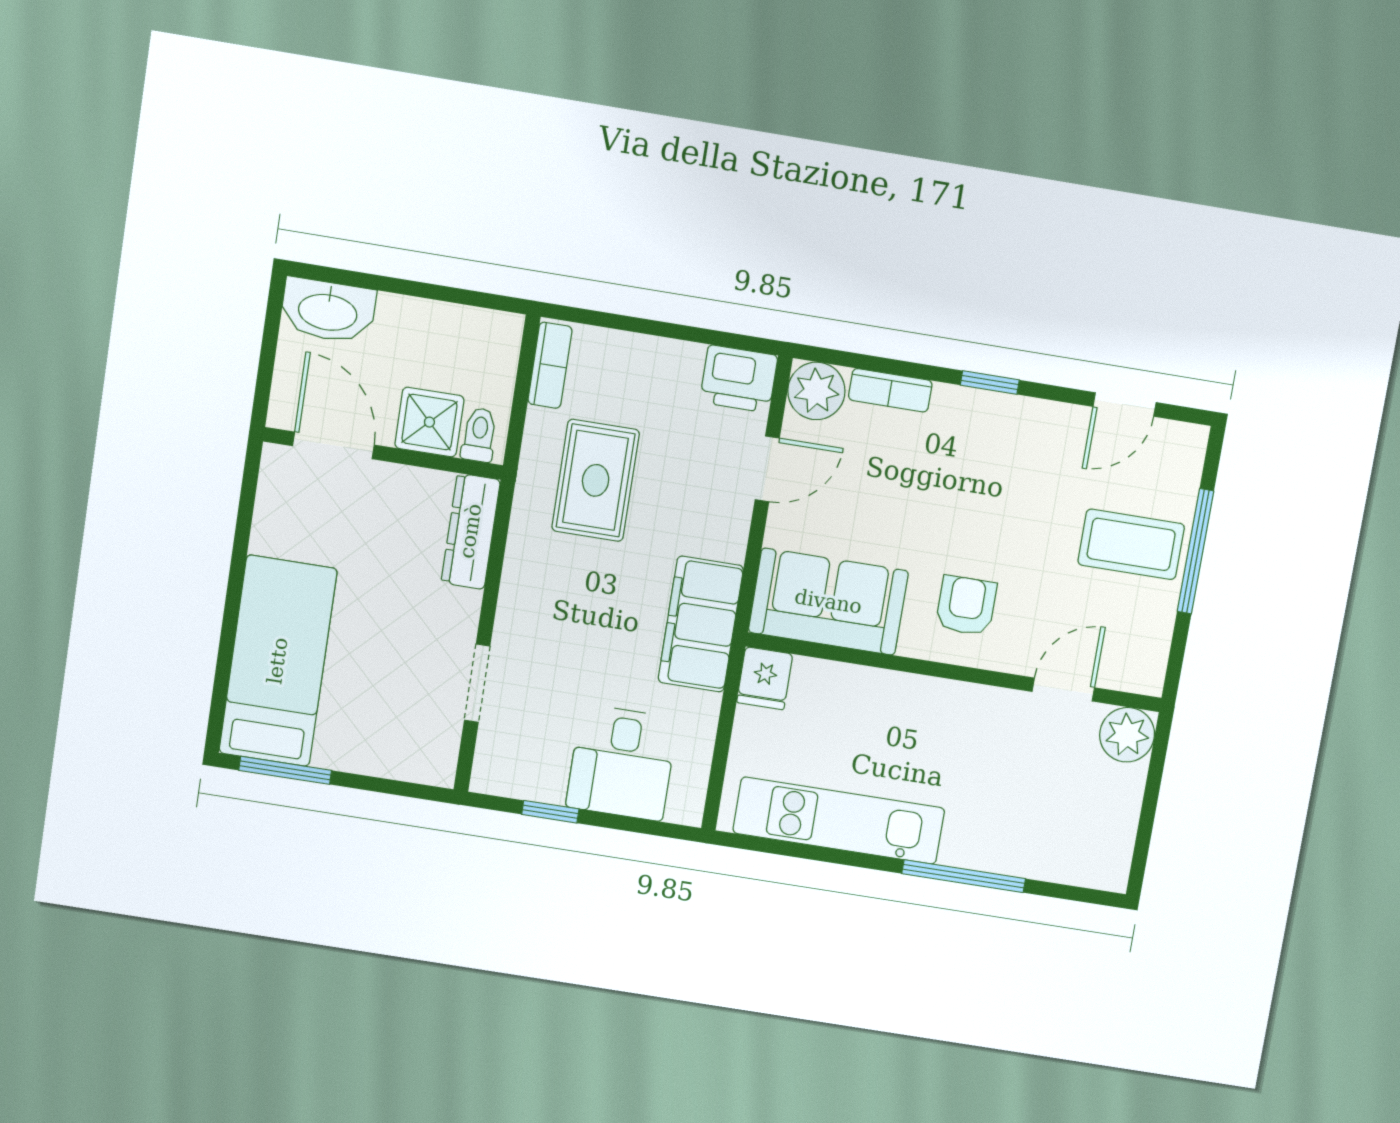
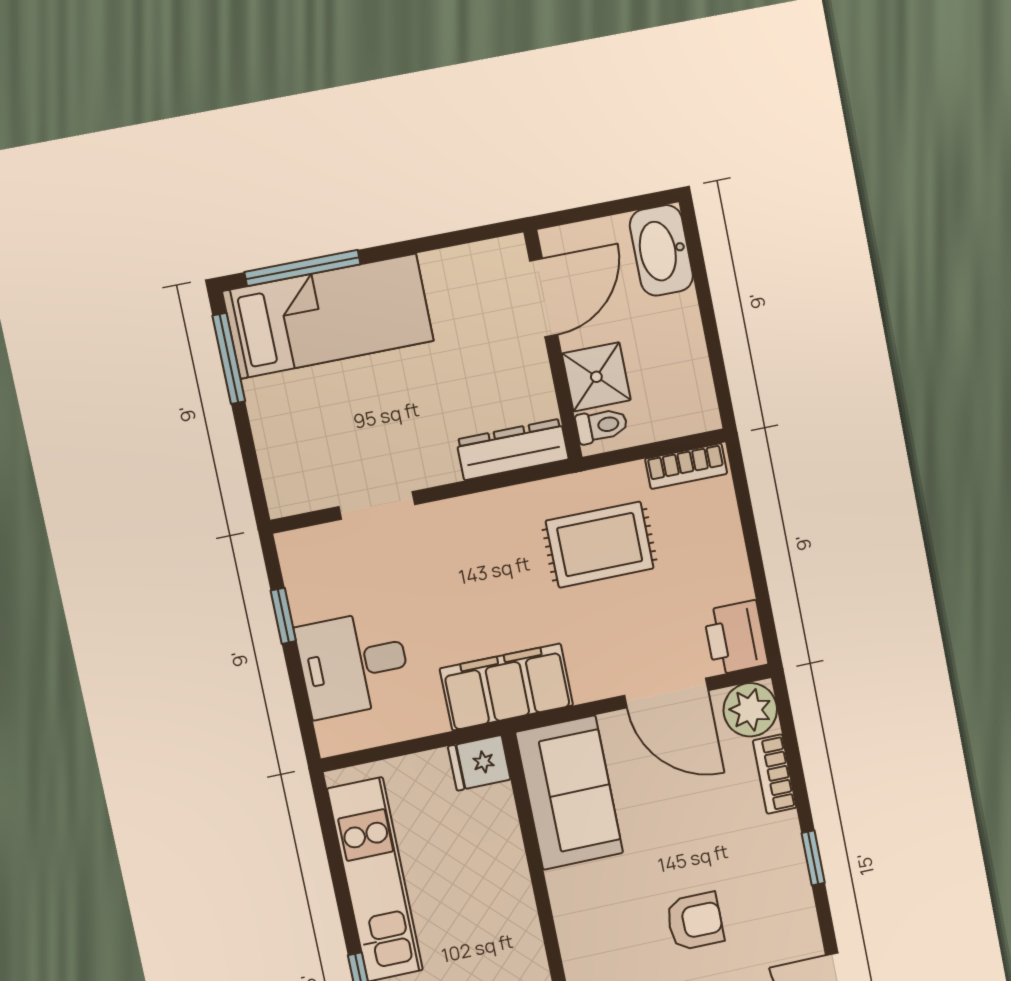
door: (767, 469) -> (666, 693), width x1.38
armchair: (966, 606) -> (695, 921), moved
window: (223, 668) -> (302, 268), added

